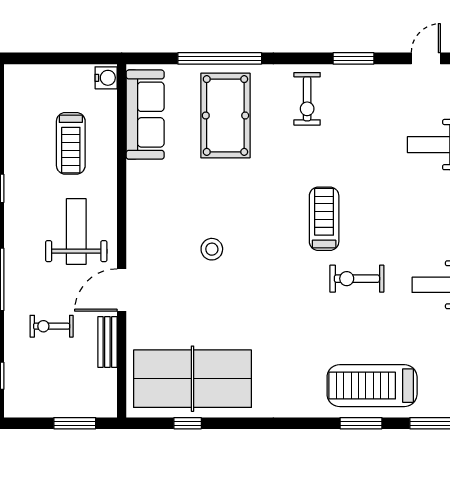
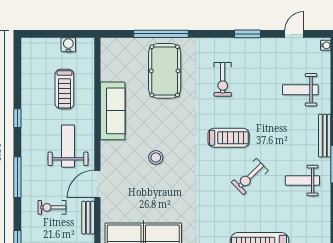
water cooler: (106, 78) -> (68, 45), moved, turned -90
exercise bike: (307, 99) -> (223, 79), moved
sofa: (145, 115) -> (113, 111), moved
treadmill: (324, 219) -> (229, 138), turned 90
exercise bike: (357, 279) -> (250, 177), turned -44

